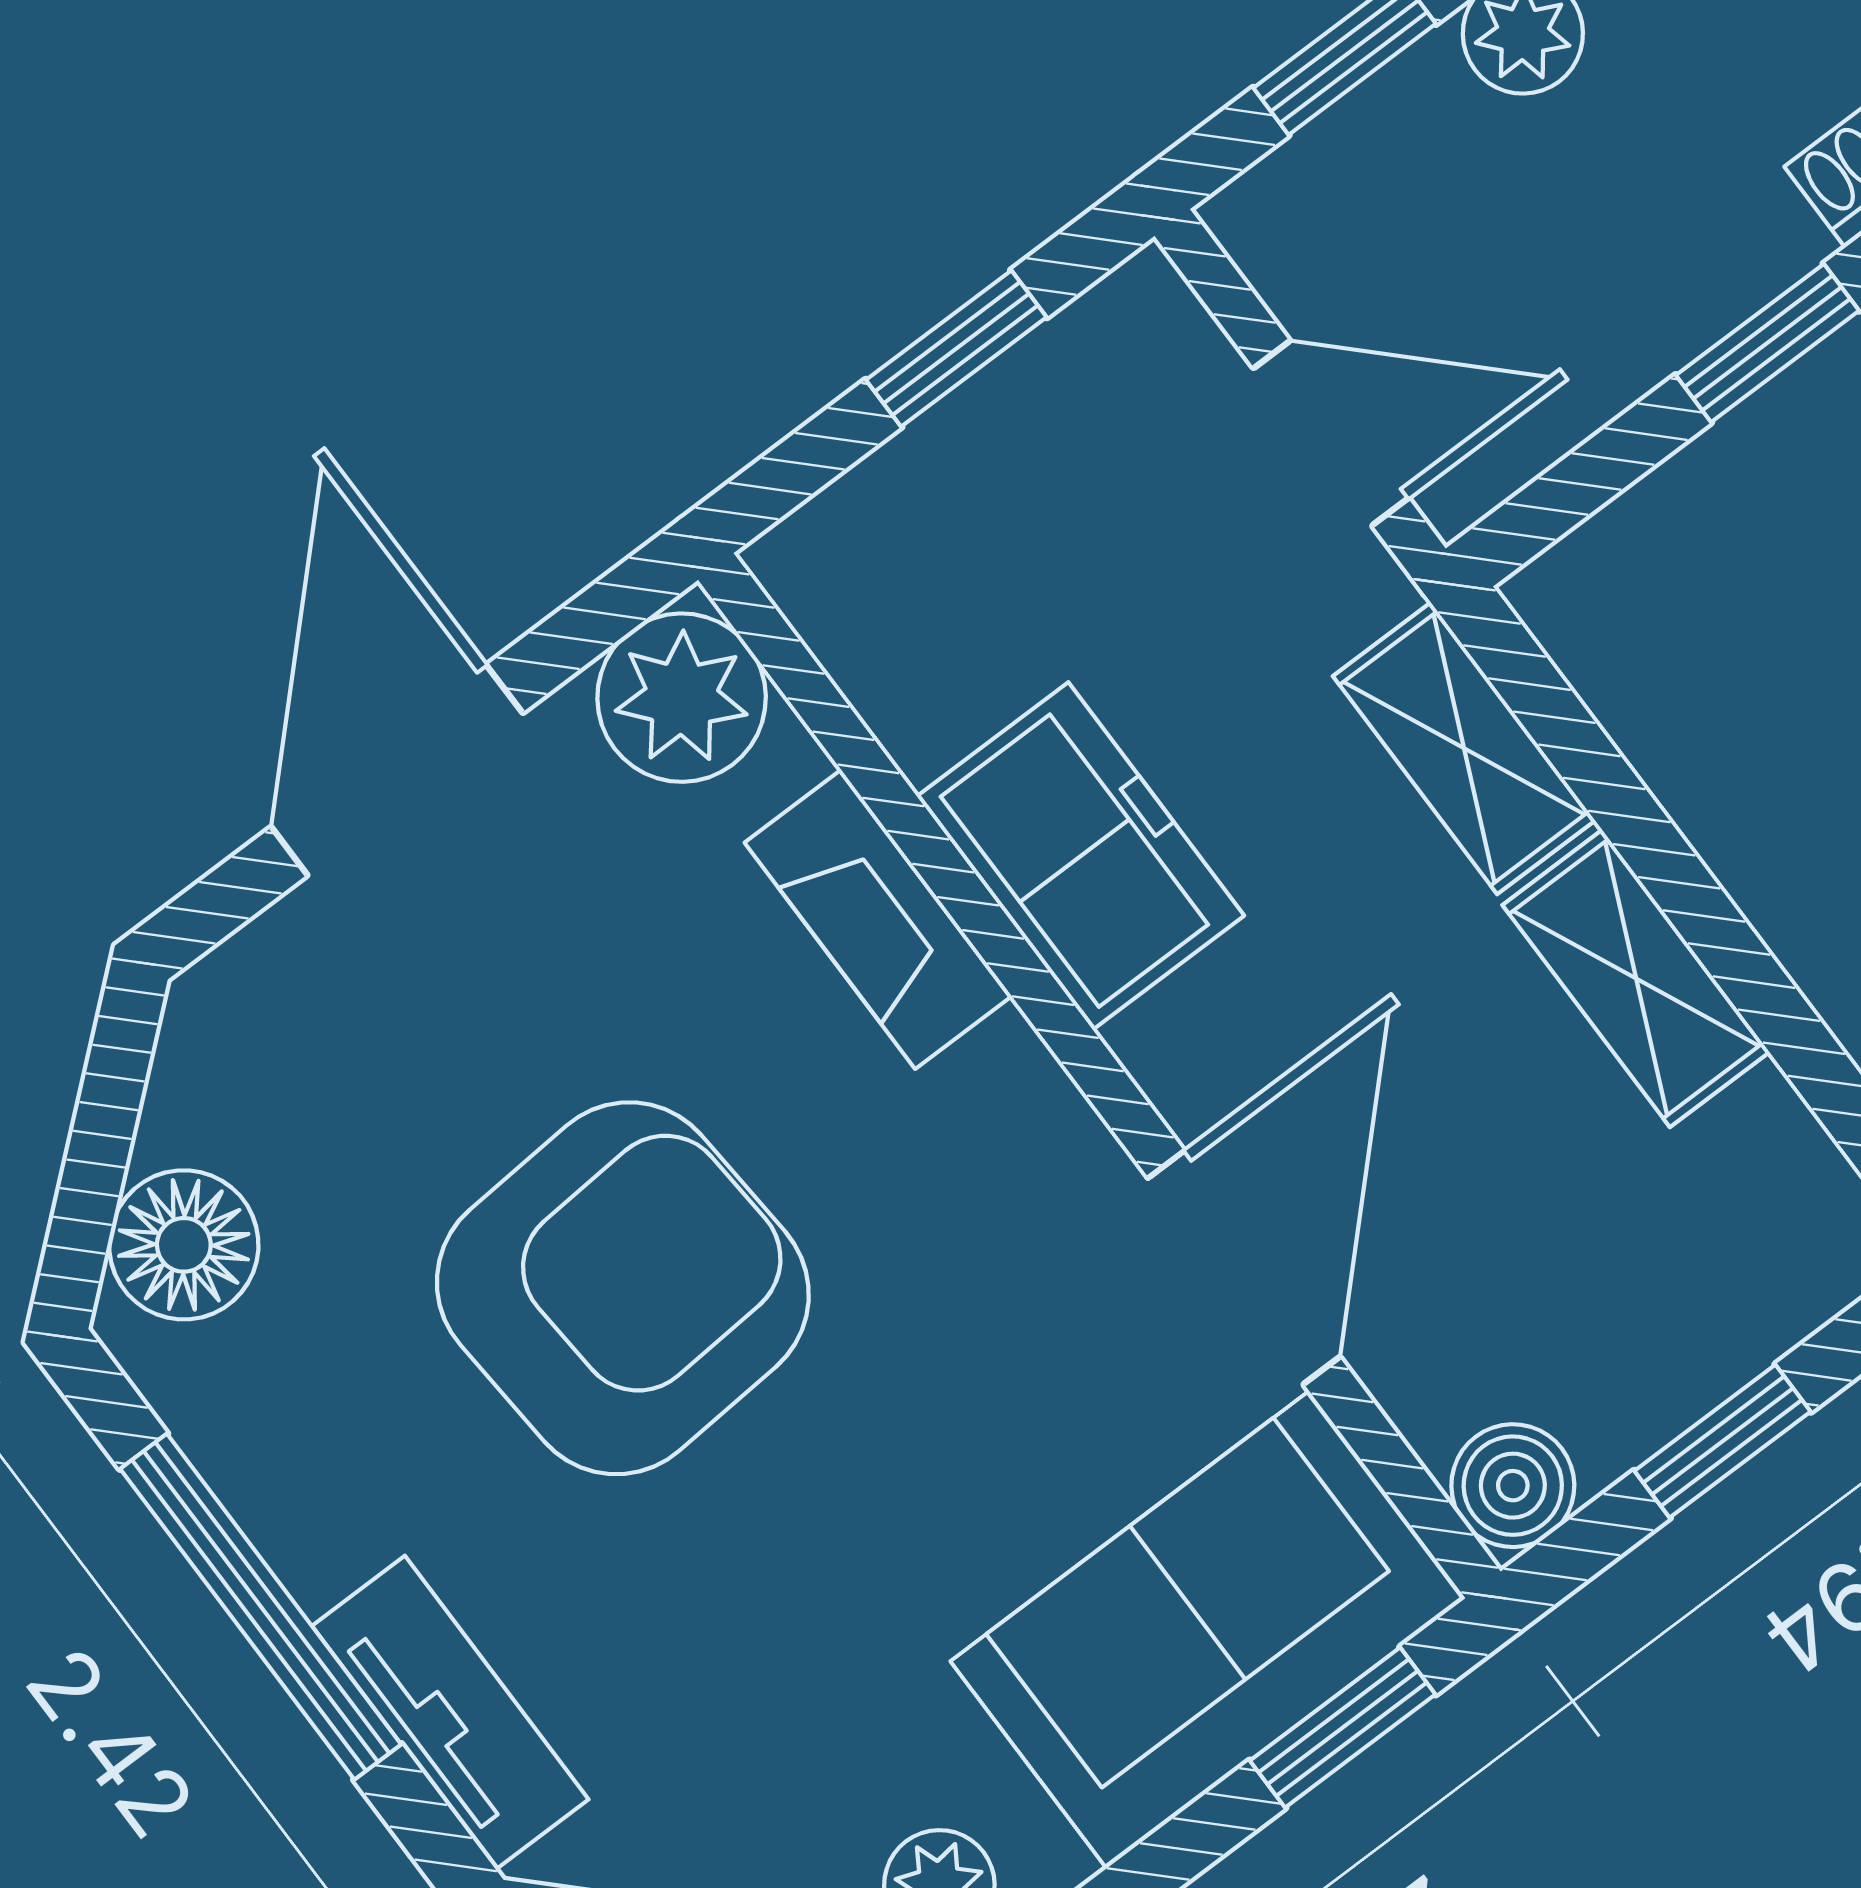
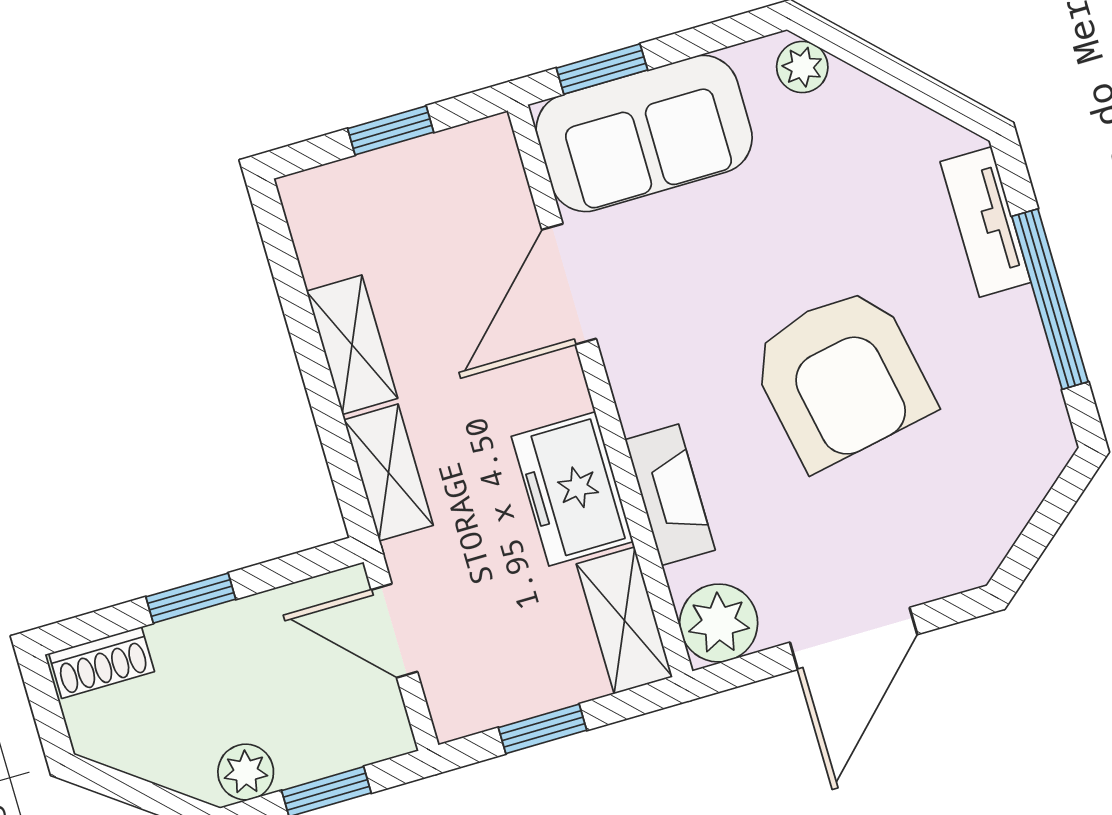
shelving: (874, 631) -> (624, 620), added
floor lamp: (184, 1245) -> (1024, 468), removed
armchair: (623, 1288) -> (841, 377), turned -97
boiler: (1513, 1486) -> (489, 146), removed

